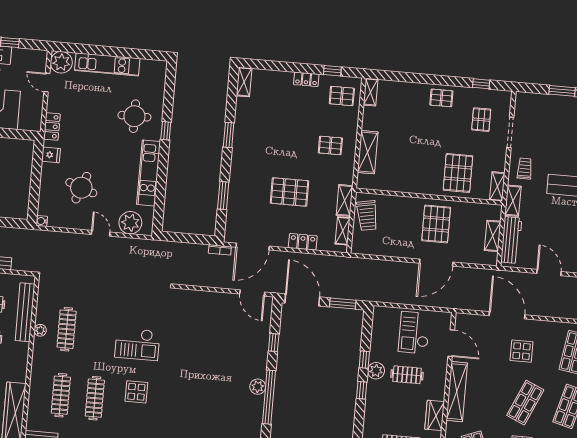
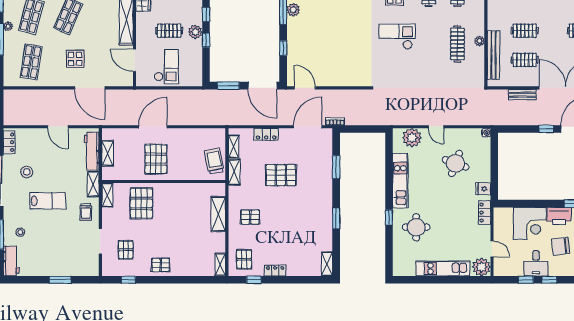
pallet: (342, 96) -> (244, 259), turned 90

